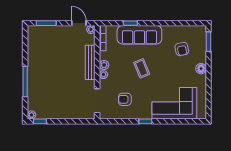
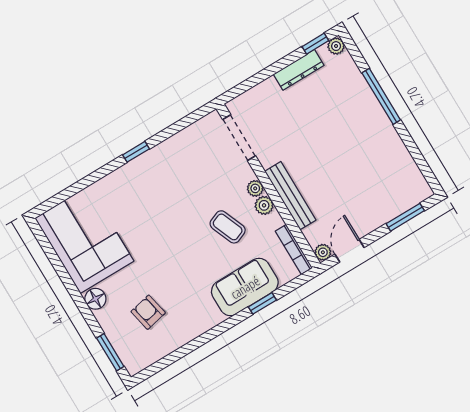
door: (79, 23) -> (350, 251), swing flipped
sofa: (139, 35) -> (245, 287), width x0.73
coffee table: (142, 68) -> (228, 227), moved
armchair: (125, 99) -> (194, 168), removed
corner sofa: (174, 103) -> (84, 240), moved, turned -90
dresser: (54, 114) -> (299, 70), added

